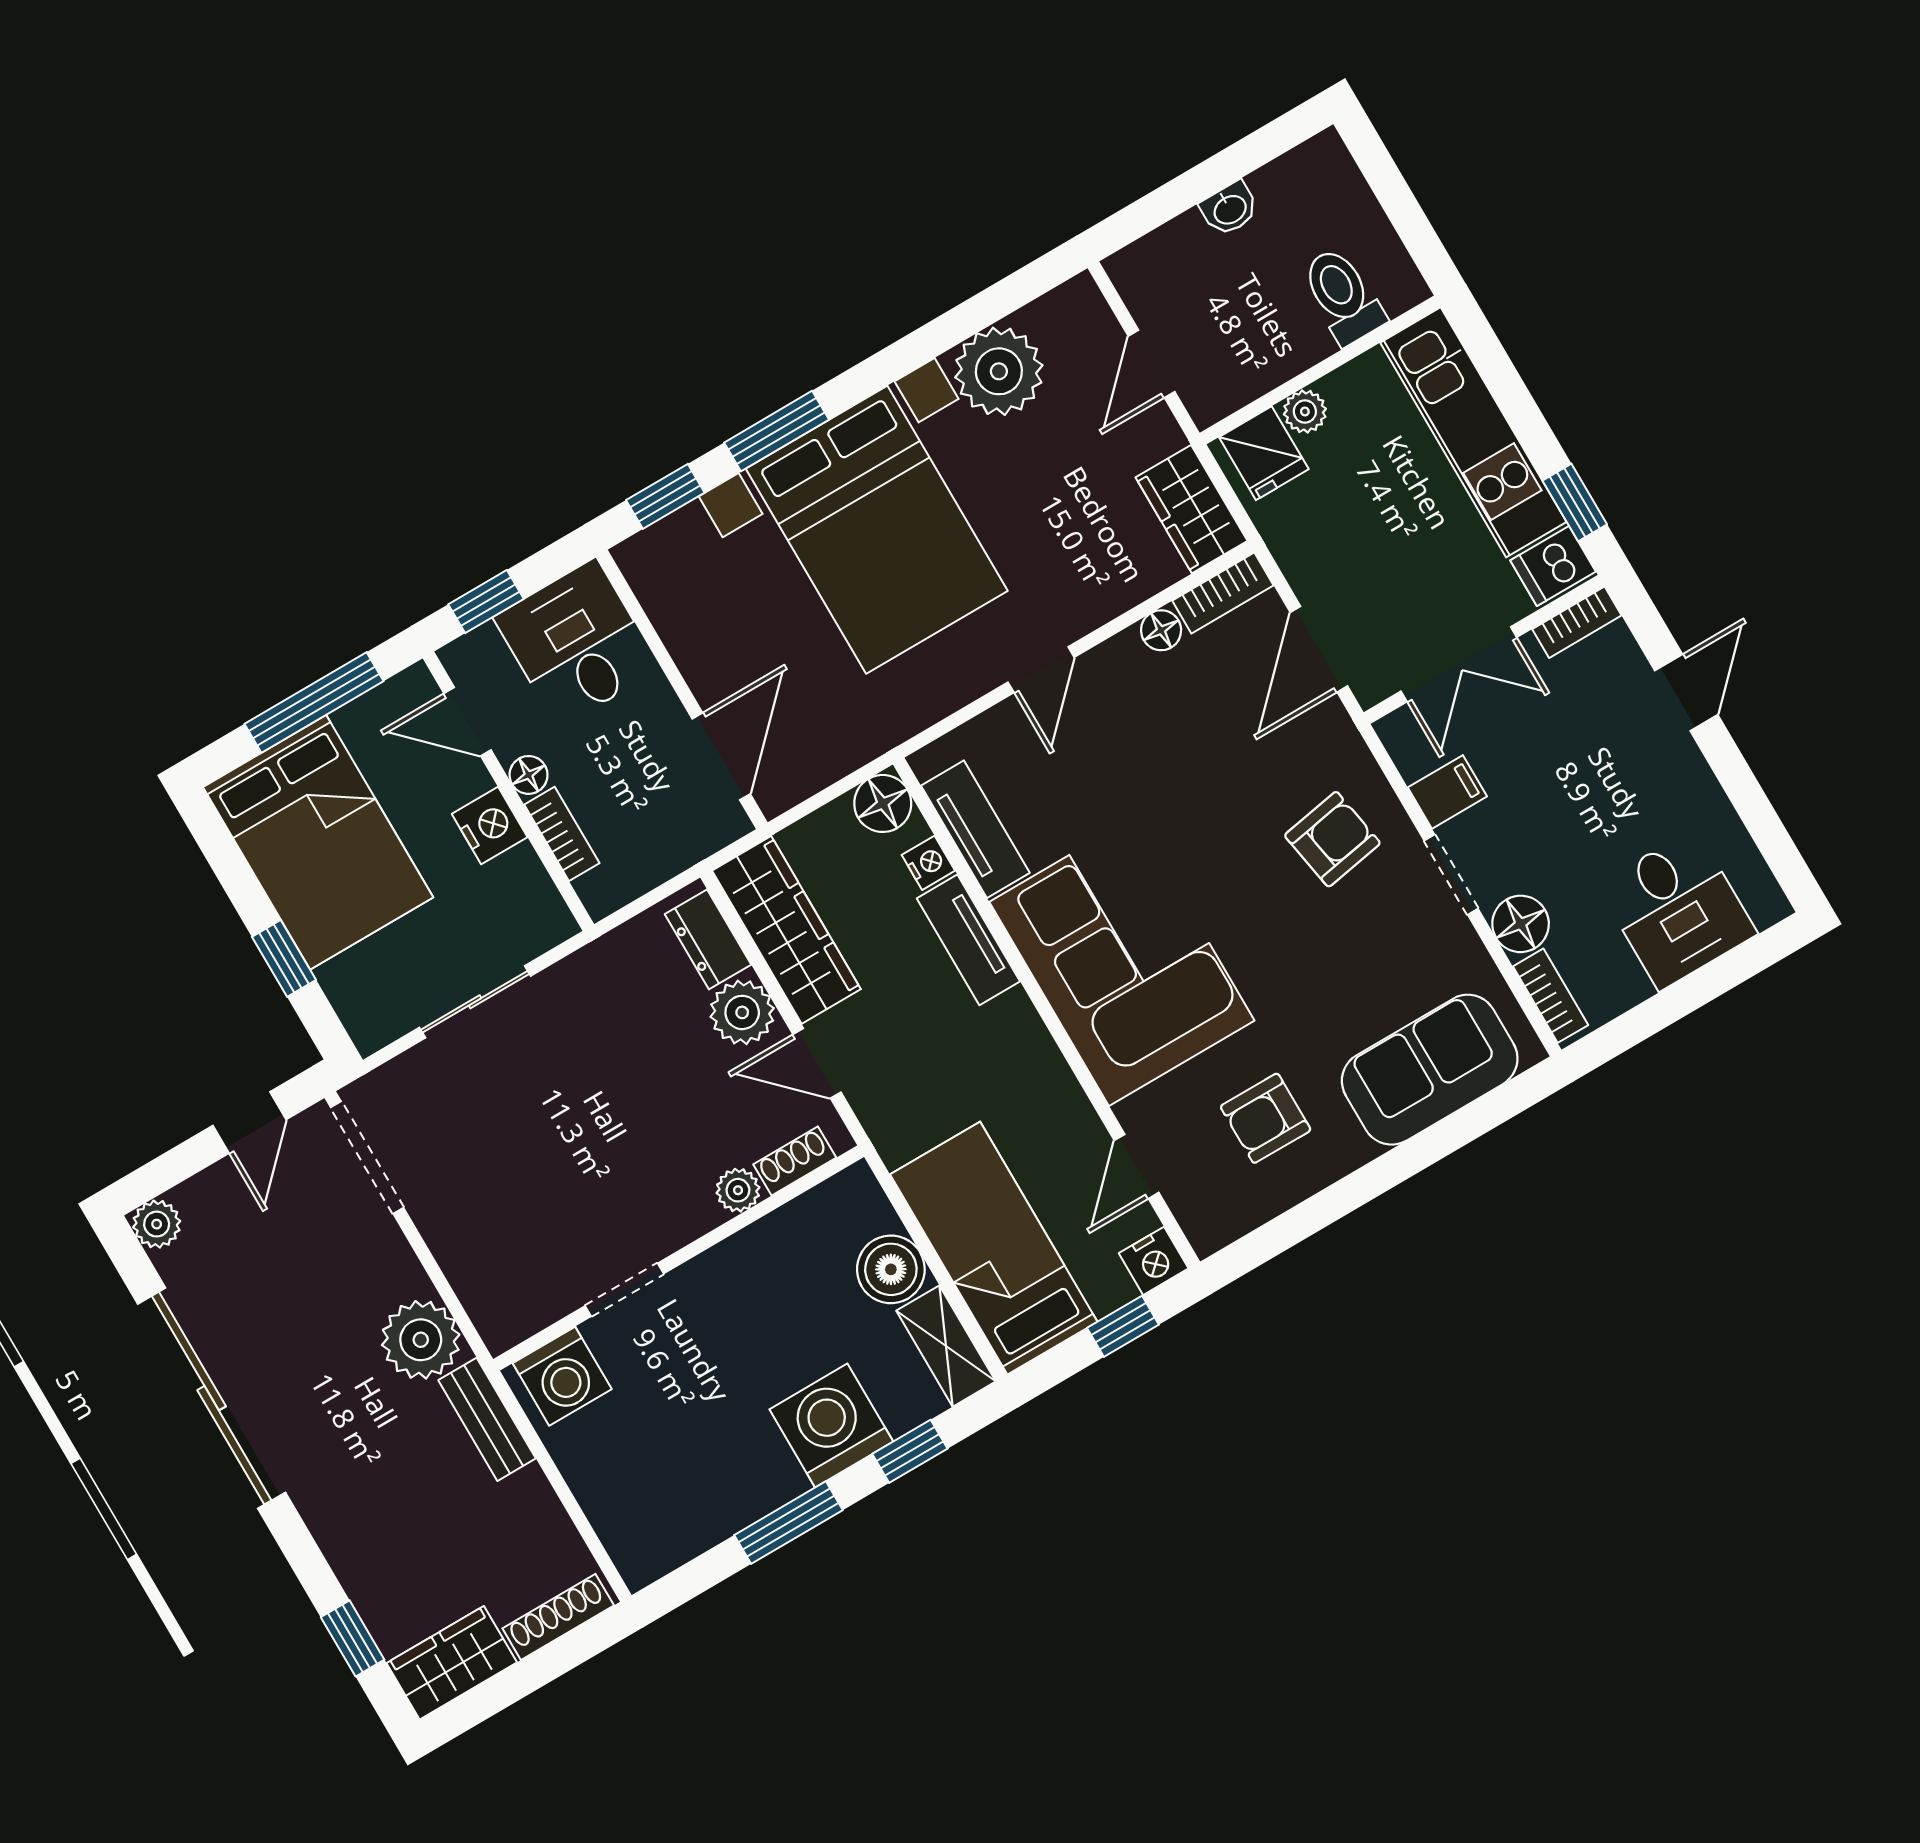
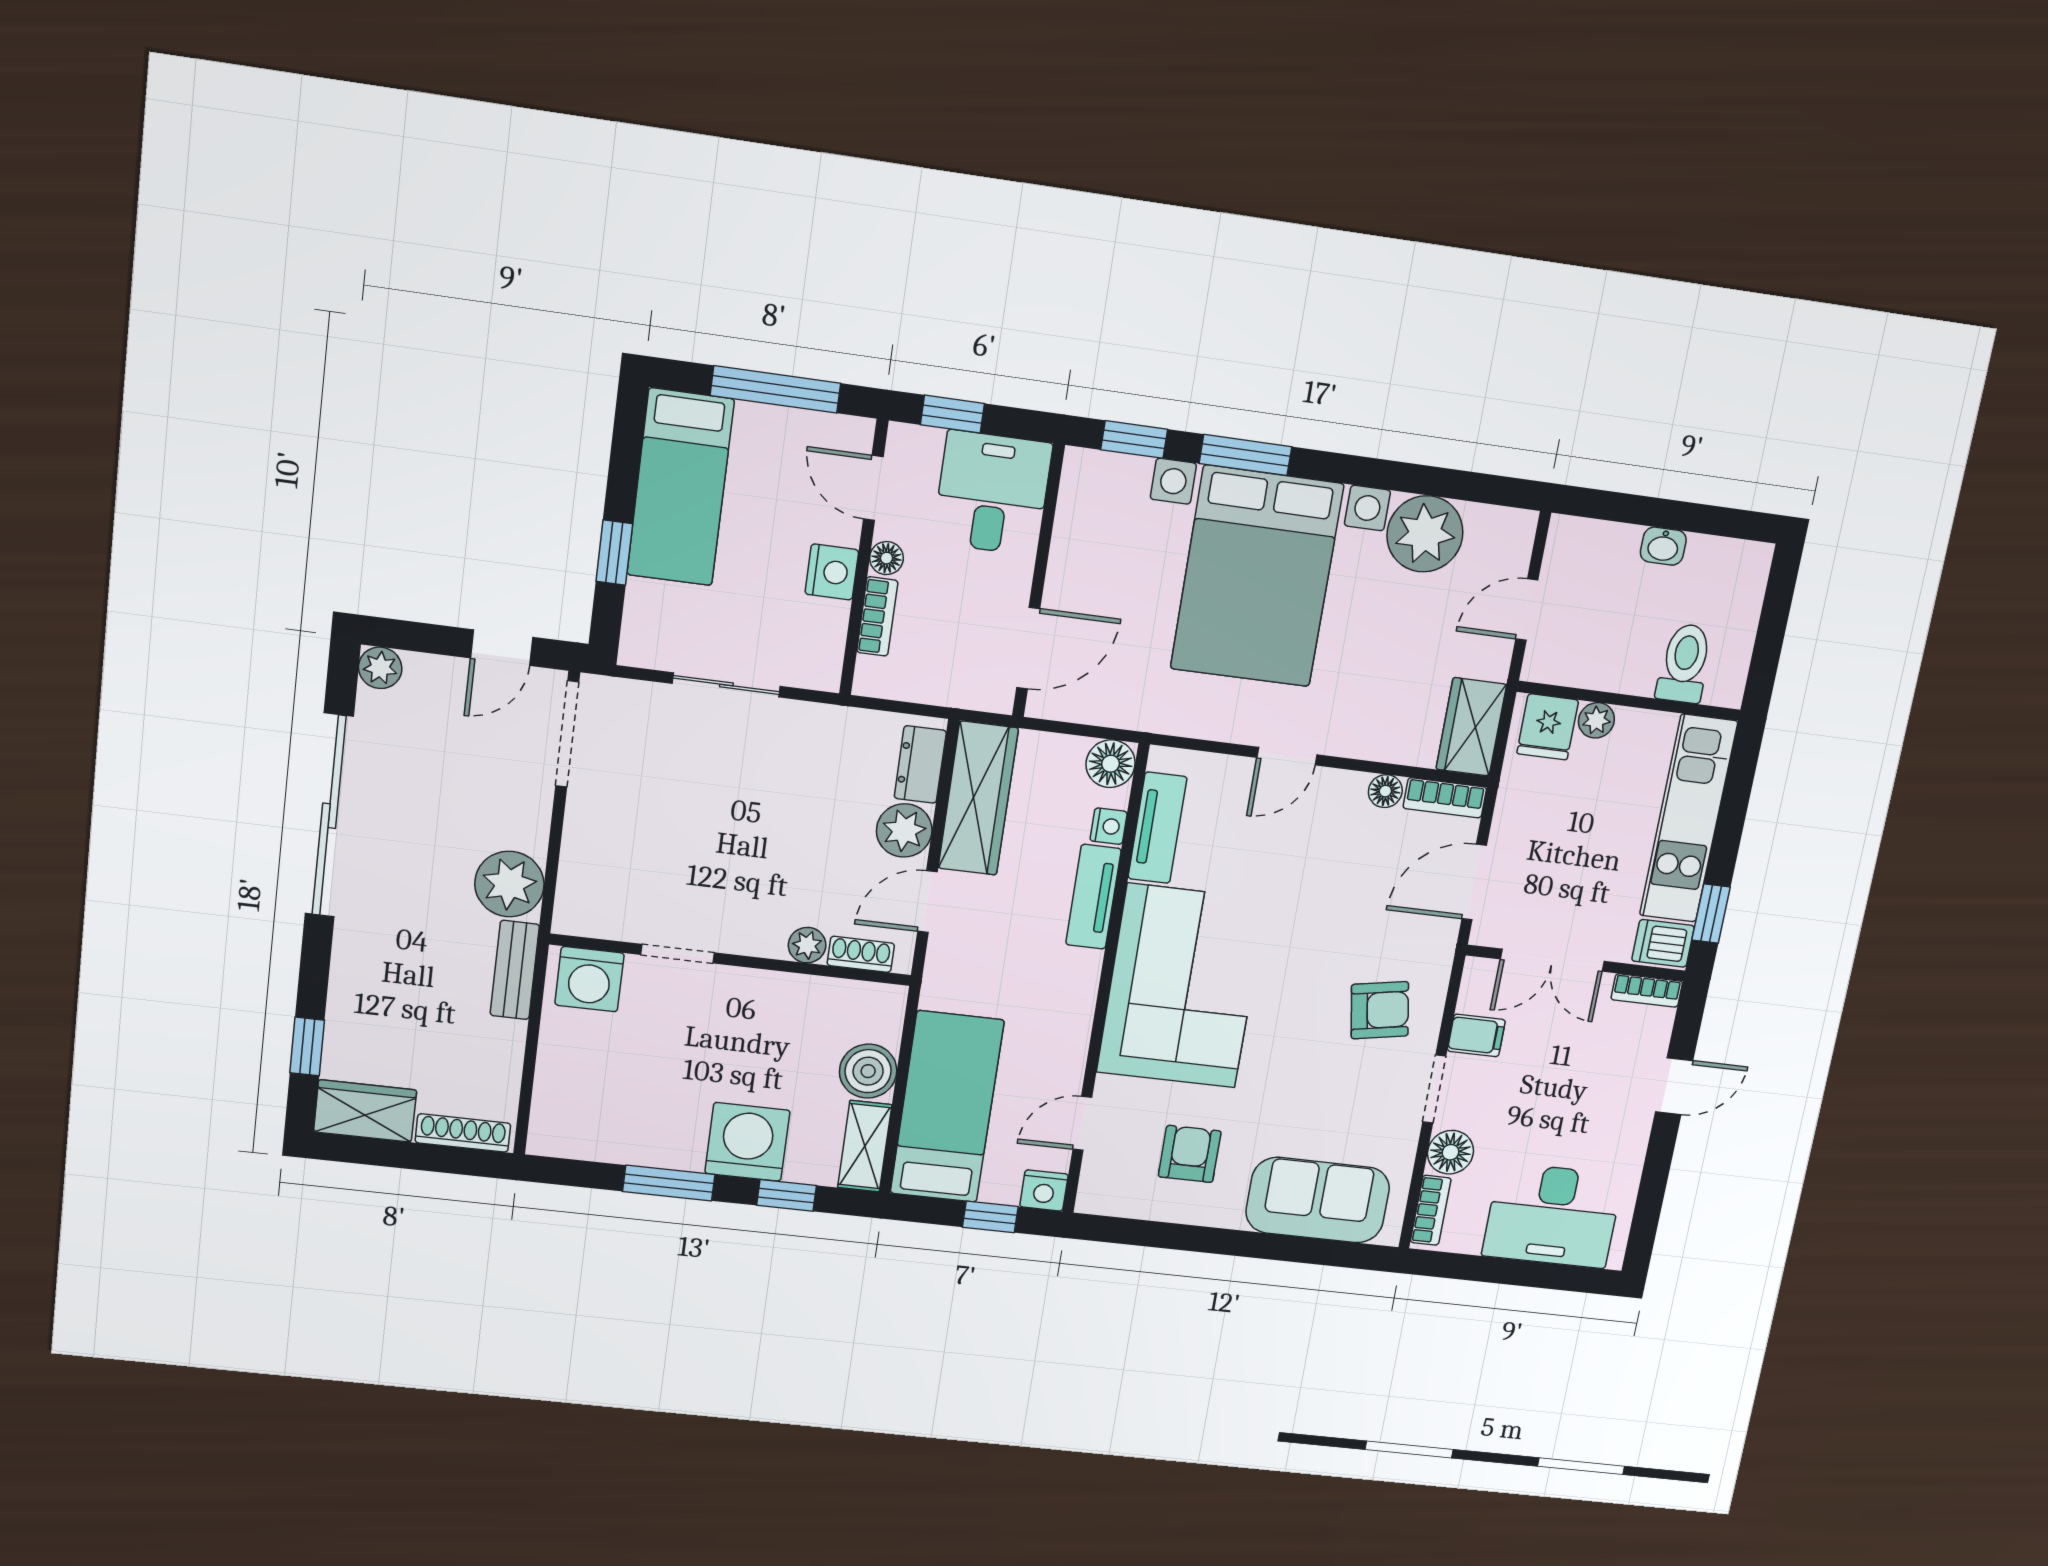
bed: (318, 842) -> (680, 487), width x0.67
desk: (1677, 909) -> (1553, 1215), width x1.37
door: (817, 1063) -> (927, 902), hinge flipped
armchair: (1266, 1118) -> (1190, 1154), turned 90

